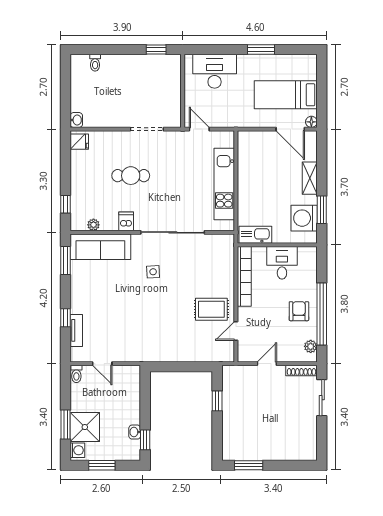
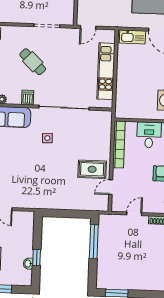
door: (199, 129) -> (88, 27), swing flipped
cafe table: (131, 176) -> (33, 62), turned 44
kitchen sink: (255, 235) -> (132, 37), moved, turned 180
window: (217, 401) -> (94, 242), width x2.17
window: (145, 440) -> (37, 258), moved

